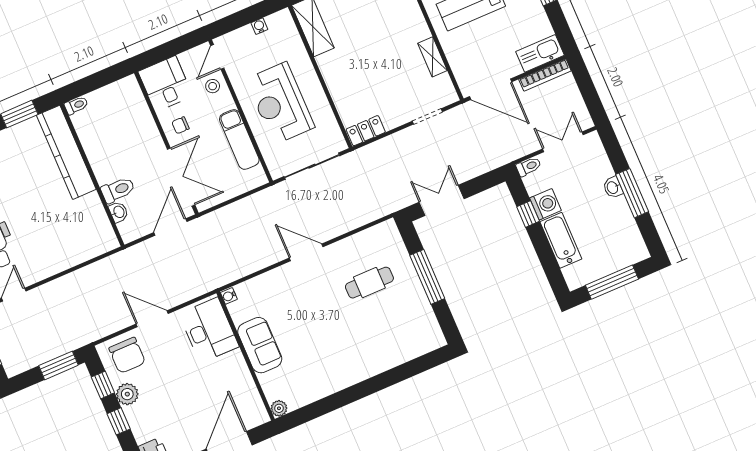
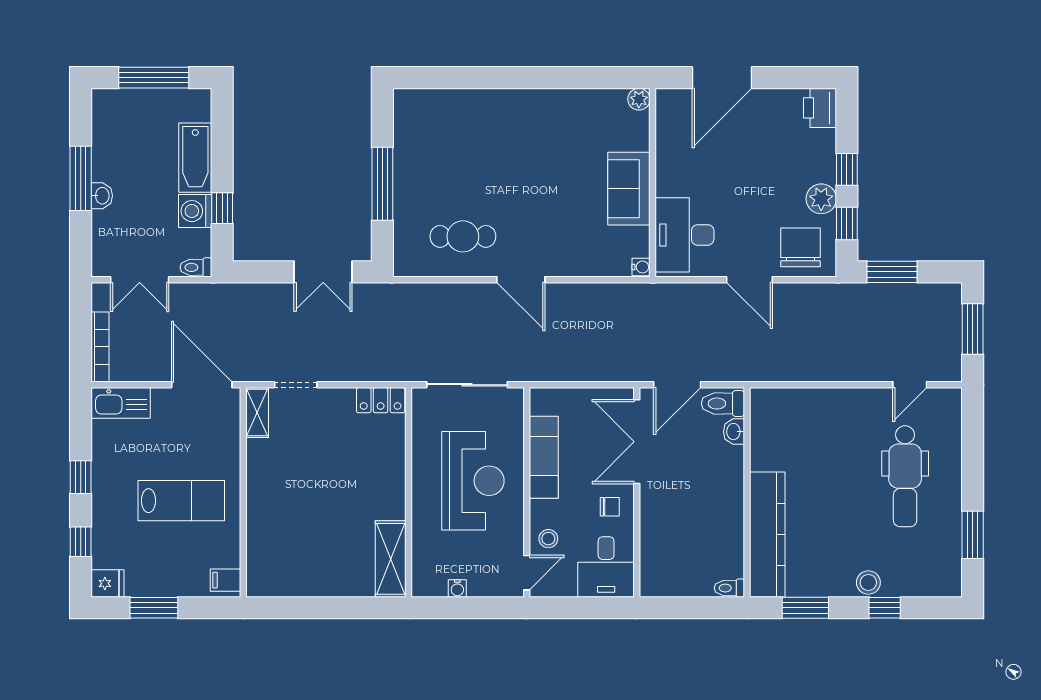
shelving: (432, 57) -> (257, 412), moved
bookcase: (545, 75) -> (100, 347), moved, turned 90
toilet: (118, 190) -> (723, 403), moved
cafe table: (369, 283) -> (463, 236), moved

